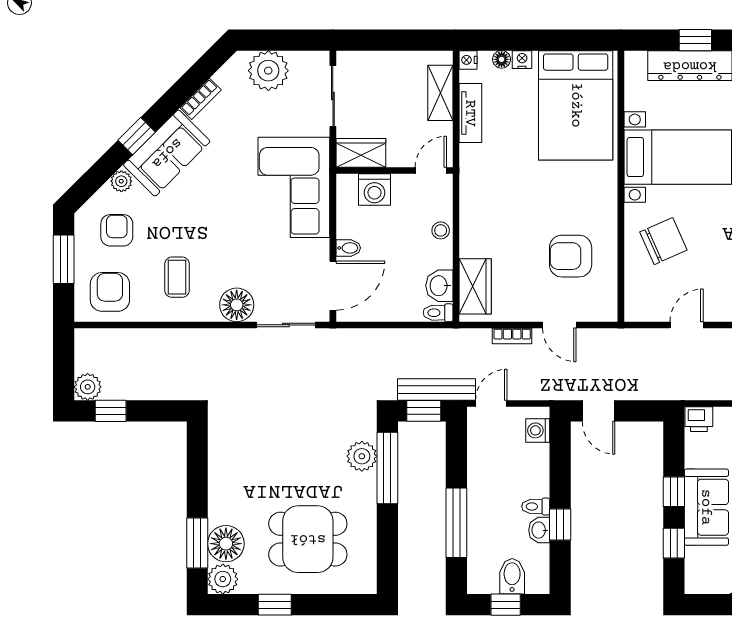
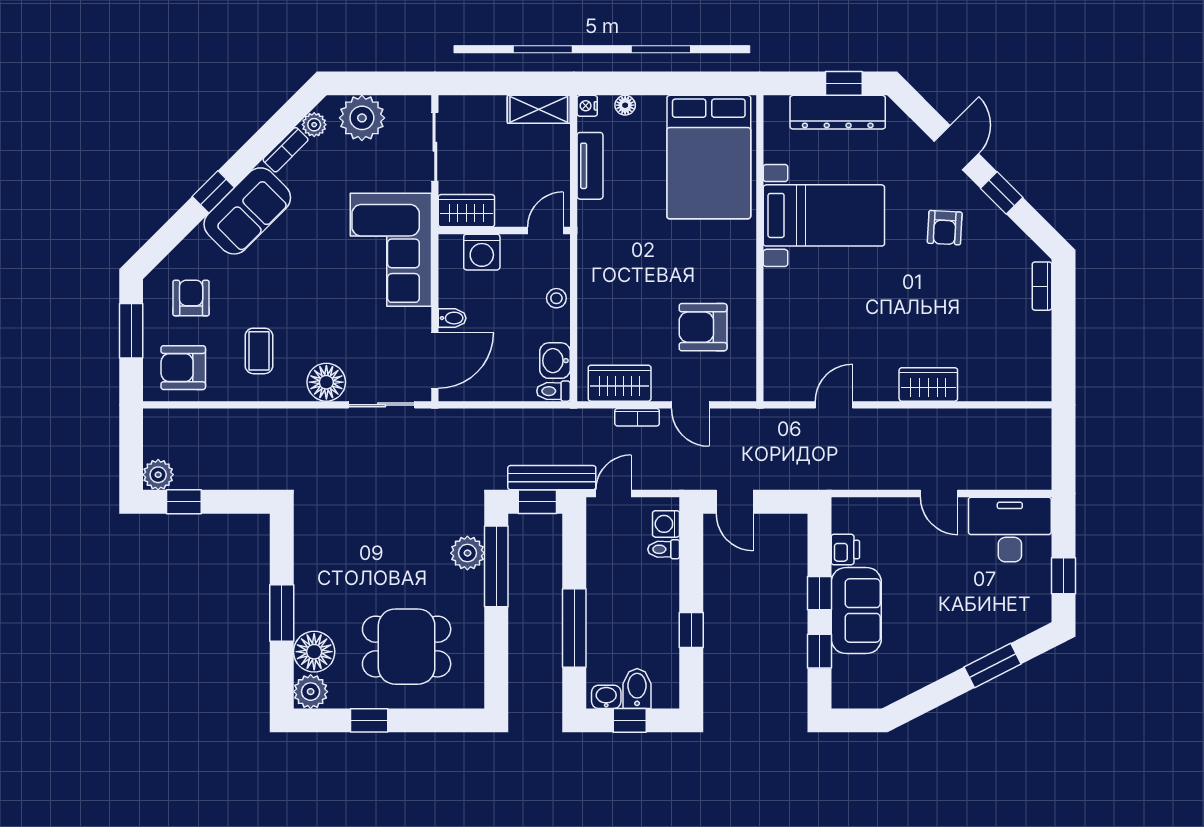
nightstand: (522, 60) -> (648, 105), removed
shelving: (440, 93) -> (539, 109), moved, turned 90
plant: (121, 181) -> (314, 125), moved
chair: (663, 241) -> (808, 310), removed
wardrobe: (475, 286) -> (620, 383), moved, turned -90
armchair: (110, 292) -> (183, 368), turned -90
printer: (699, 419) -> (845, 550), moved, turned -90
toilet: (536, 506) -> (664, 549), moved
washbasin: (539, 530) -> (606, 697), moved, turned 90
window: (197, 543) -> (282, 613), moved

